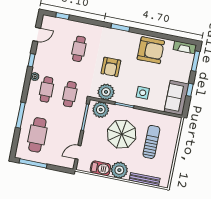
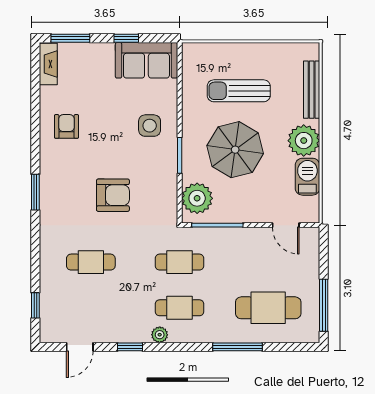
door: (37, 34) -> (80, 347), swing flipped
armchair: (151, 50) -> (66, 126), width x0.53, depth x0.53
plant: (106, 92) -> (162, 195), removed

